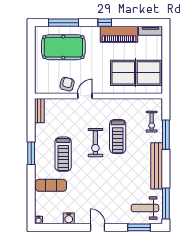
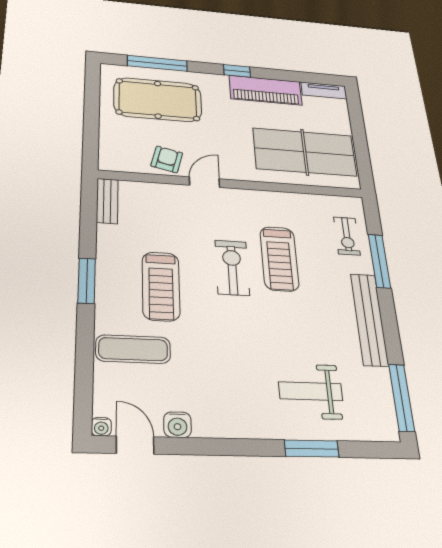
exercise bike: (95, 143) -> (232, 268), turned 180
weight bench: (145, 208) -> (311, 391), moved
door: (98, 227) -> (135, 445), moved
window: (139, 227) -> (312, 449), moved

